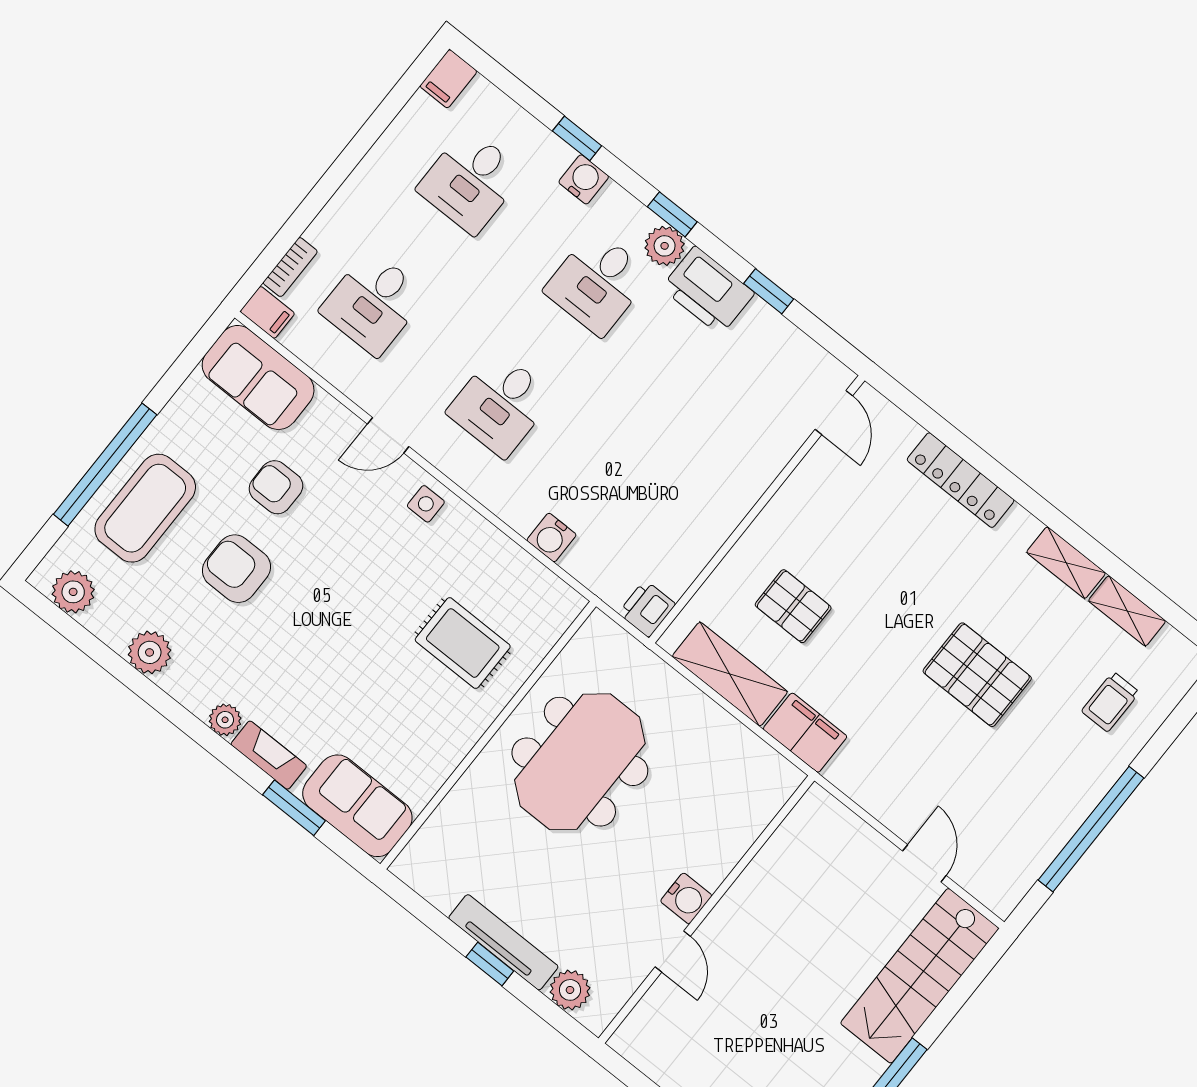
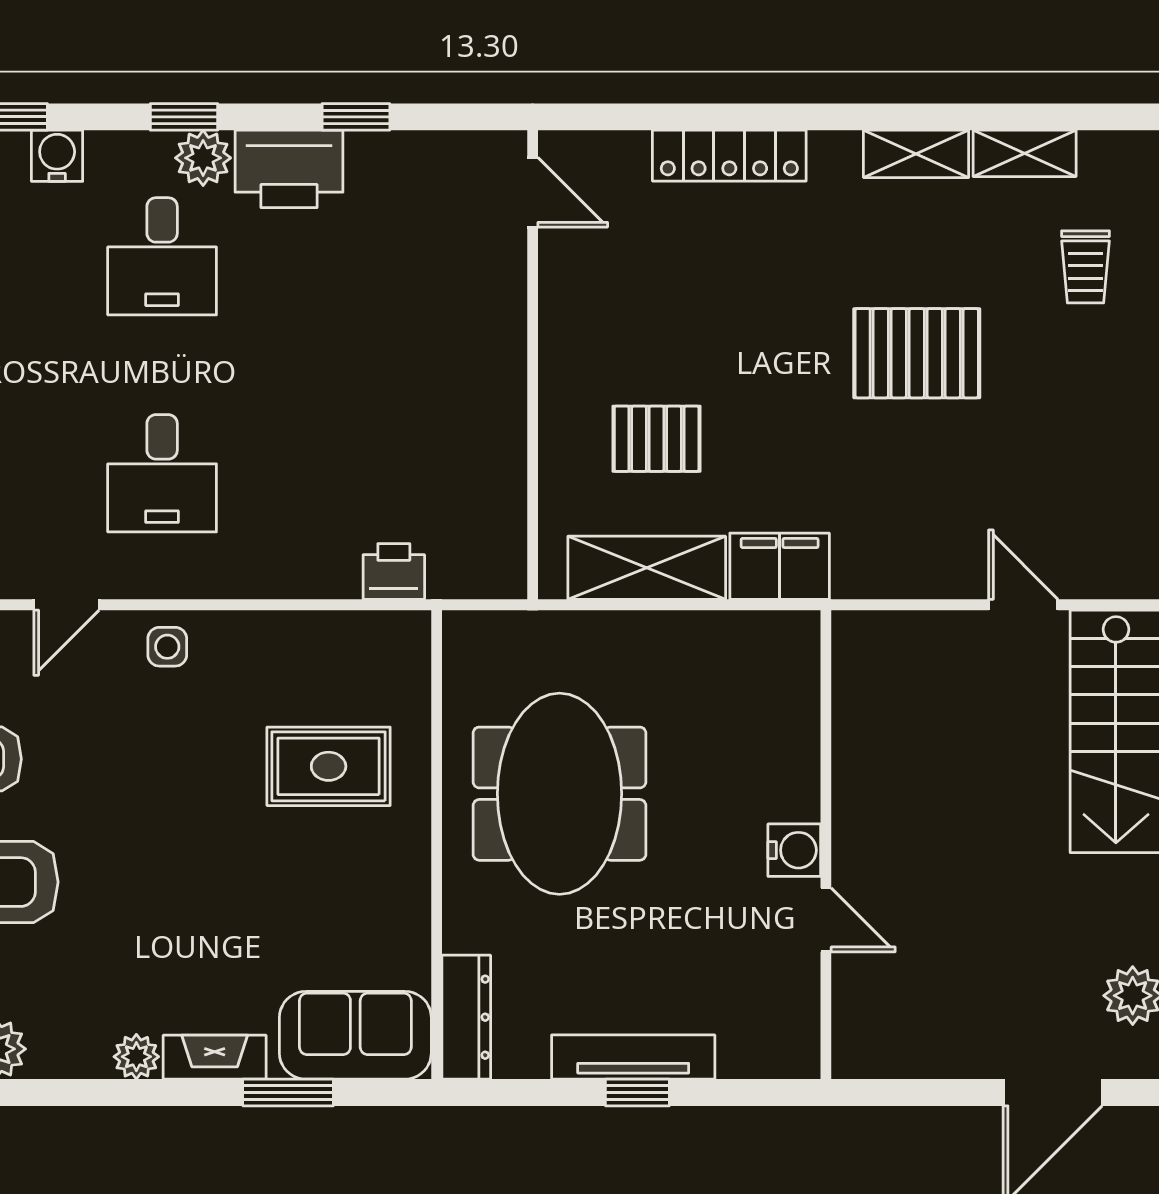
water cooler: (552, 538) -> (334, 574), removed
printer: (647, 609) -> (394, 571), moved, turned 90
dresser: (428, 845) -> (466, 1017), added
plant: (570, 990) -> (747, 1051), removed

